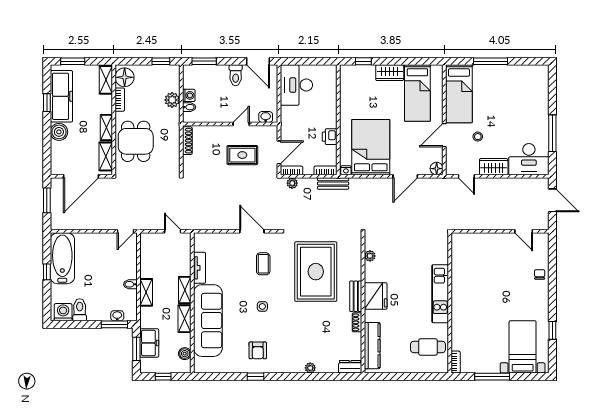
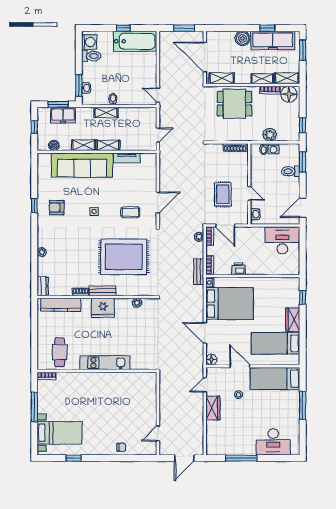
toilet: (236, 75) -> (291, 171), moved
shelving: (106, 128) -> (262, 79), moved
desk: (529, 159) -> (273, 442), moved, turned -90

